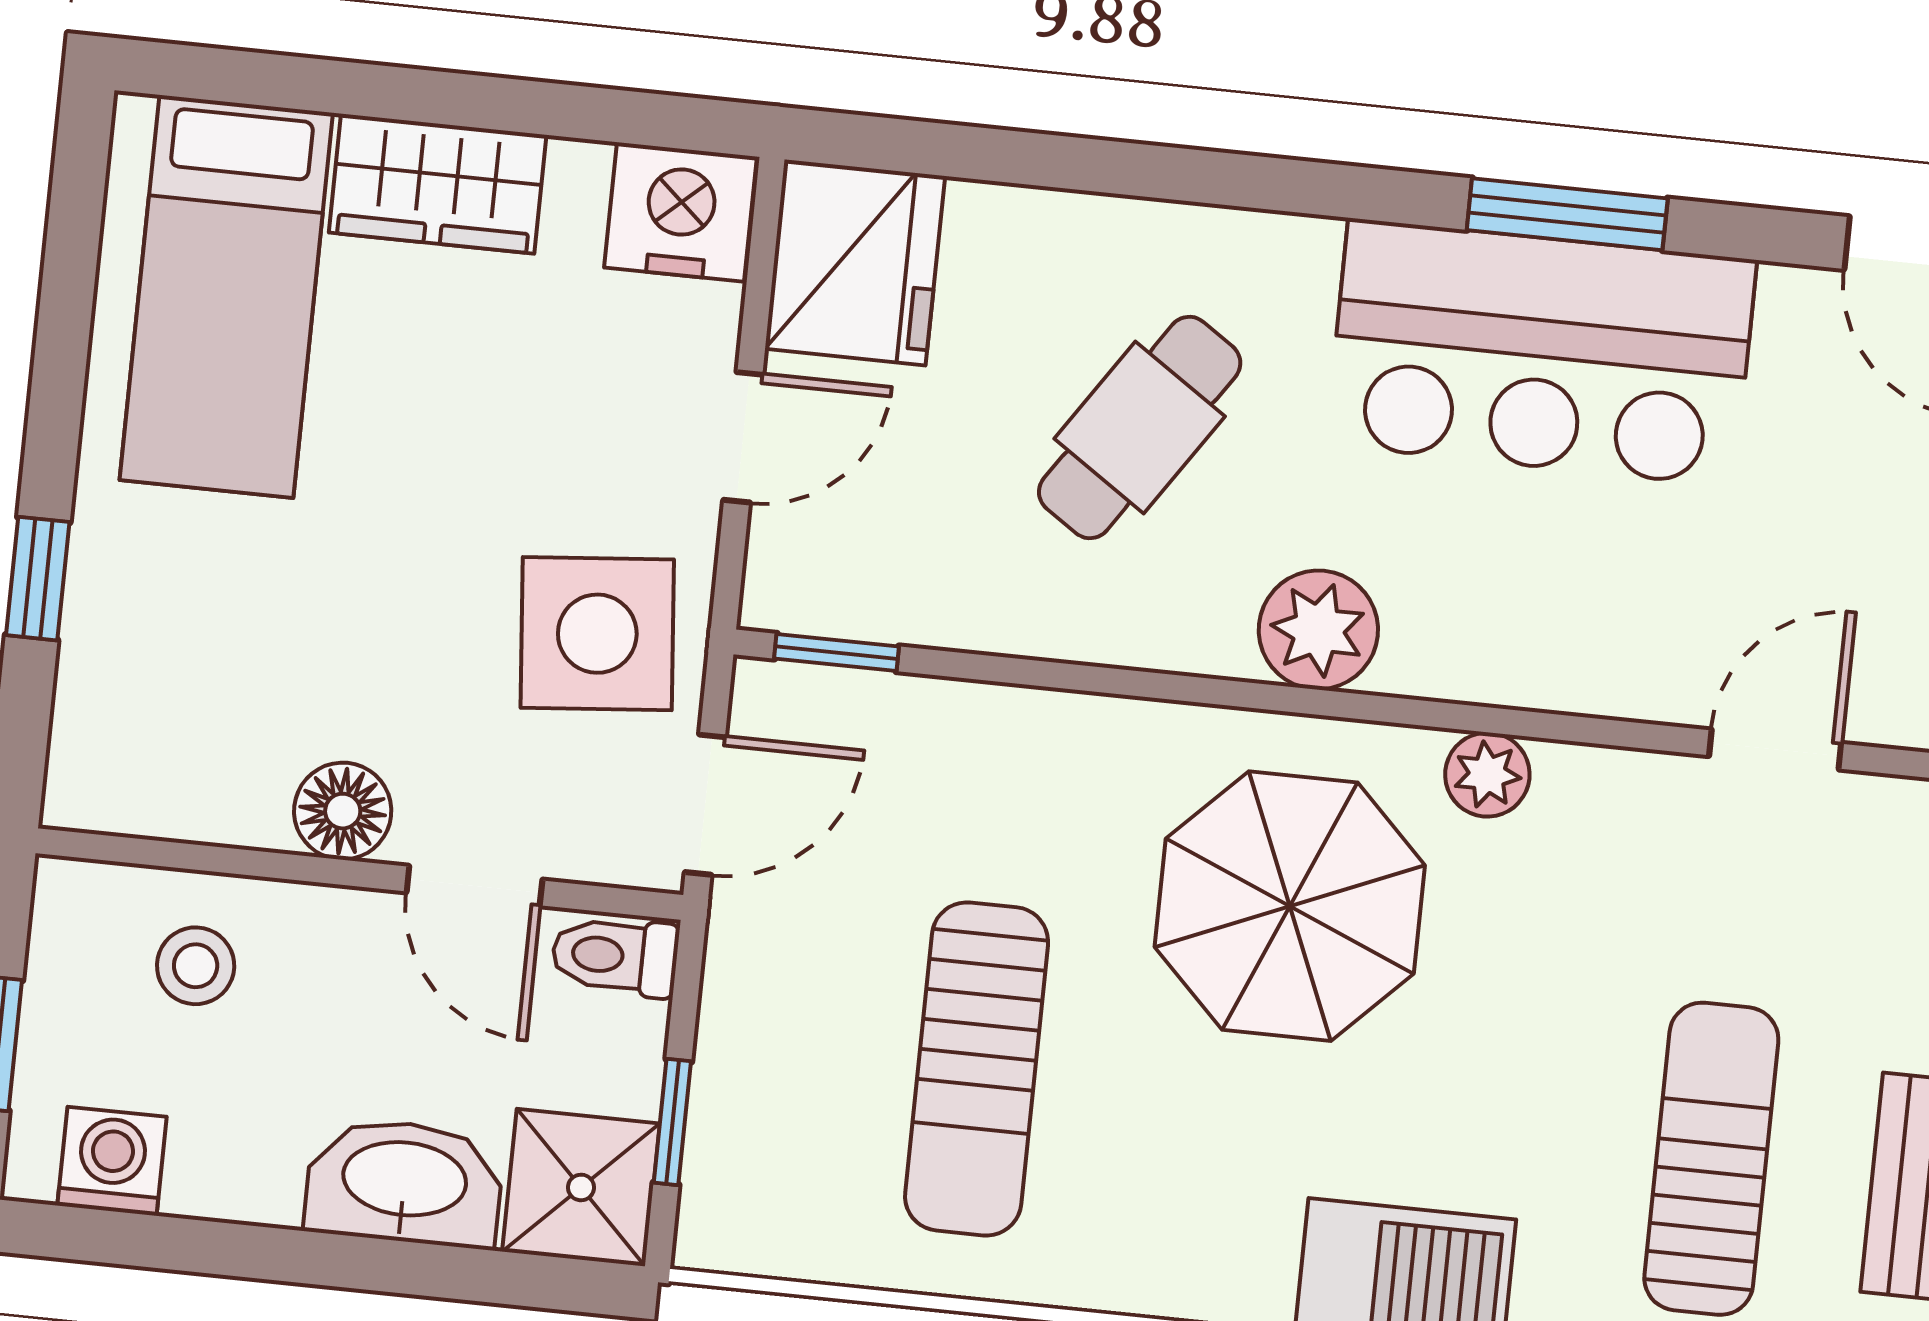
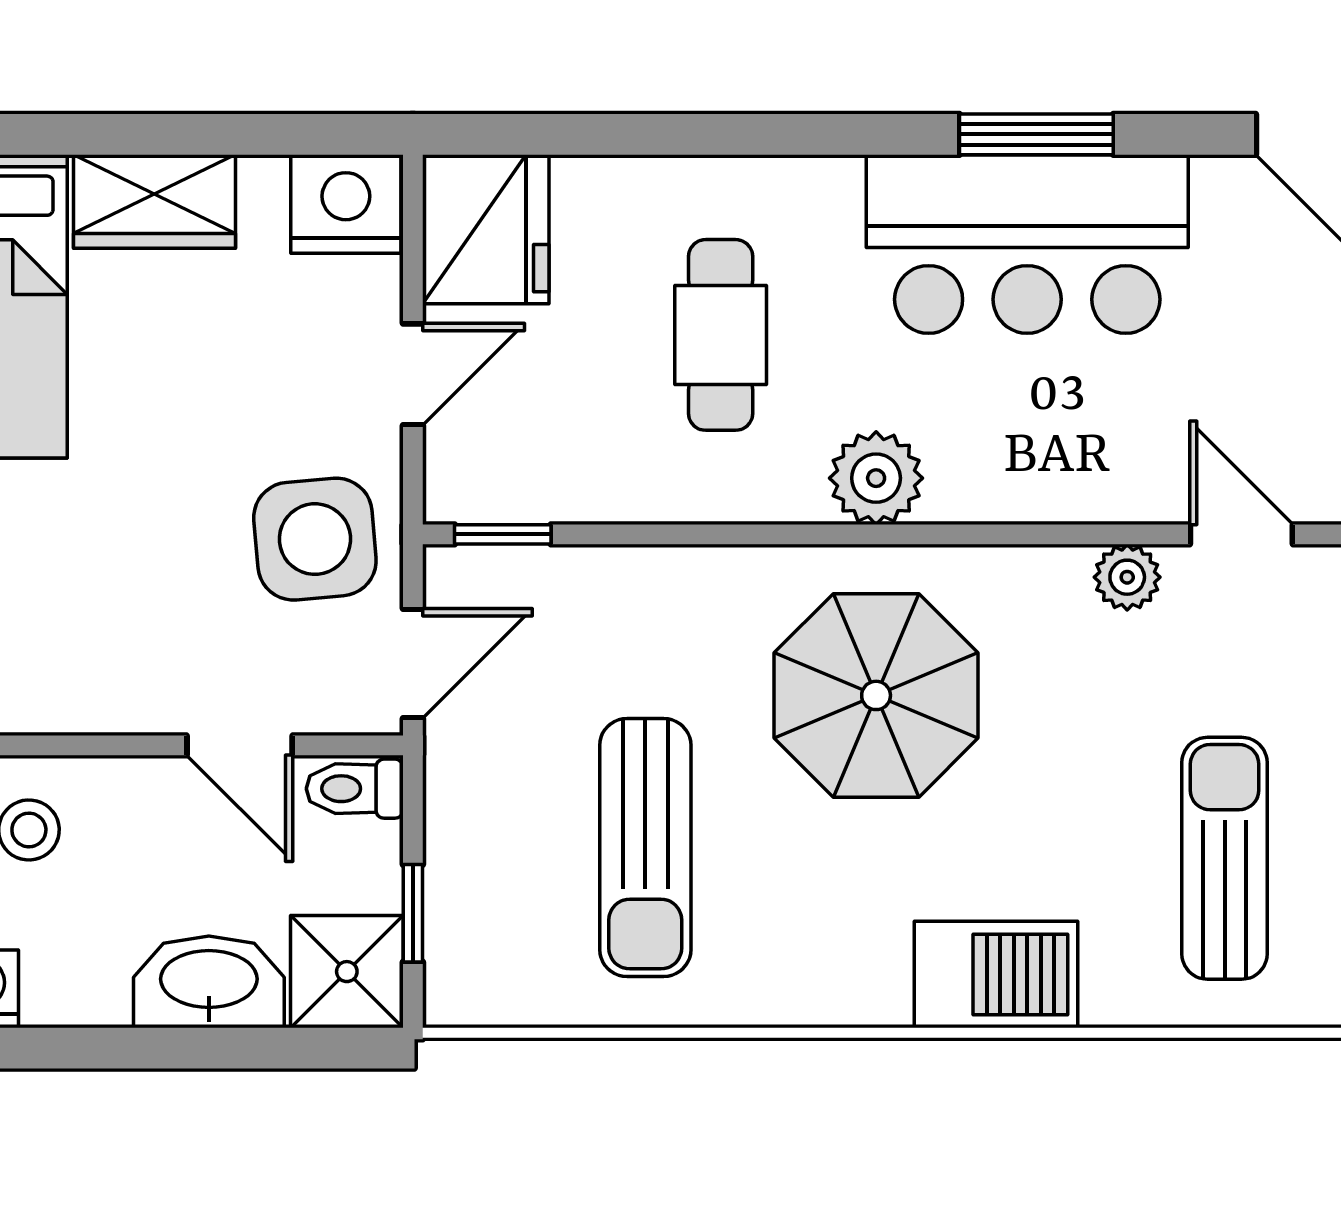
cafe table: (1140, 428) -> (721, 335), turned -34
door: (1775, 749) -> (1241, 534), hinge flipped
plant: (1487, 775) -> (1127, 577), moved
floor lamp: (343, 811) -> (131, 698), removed

